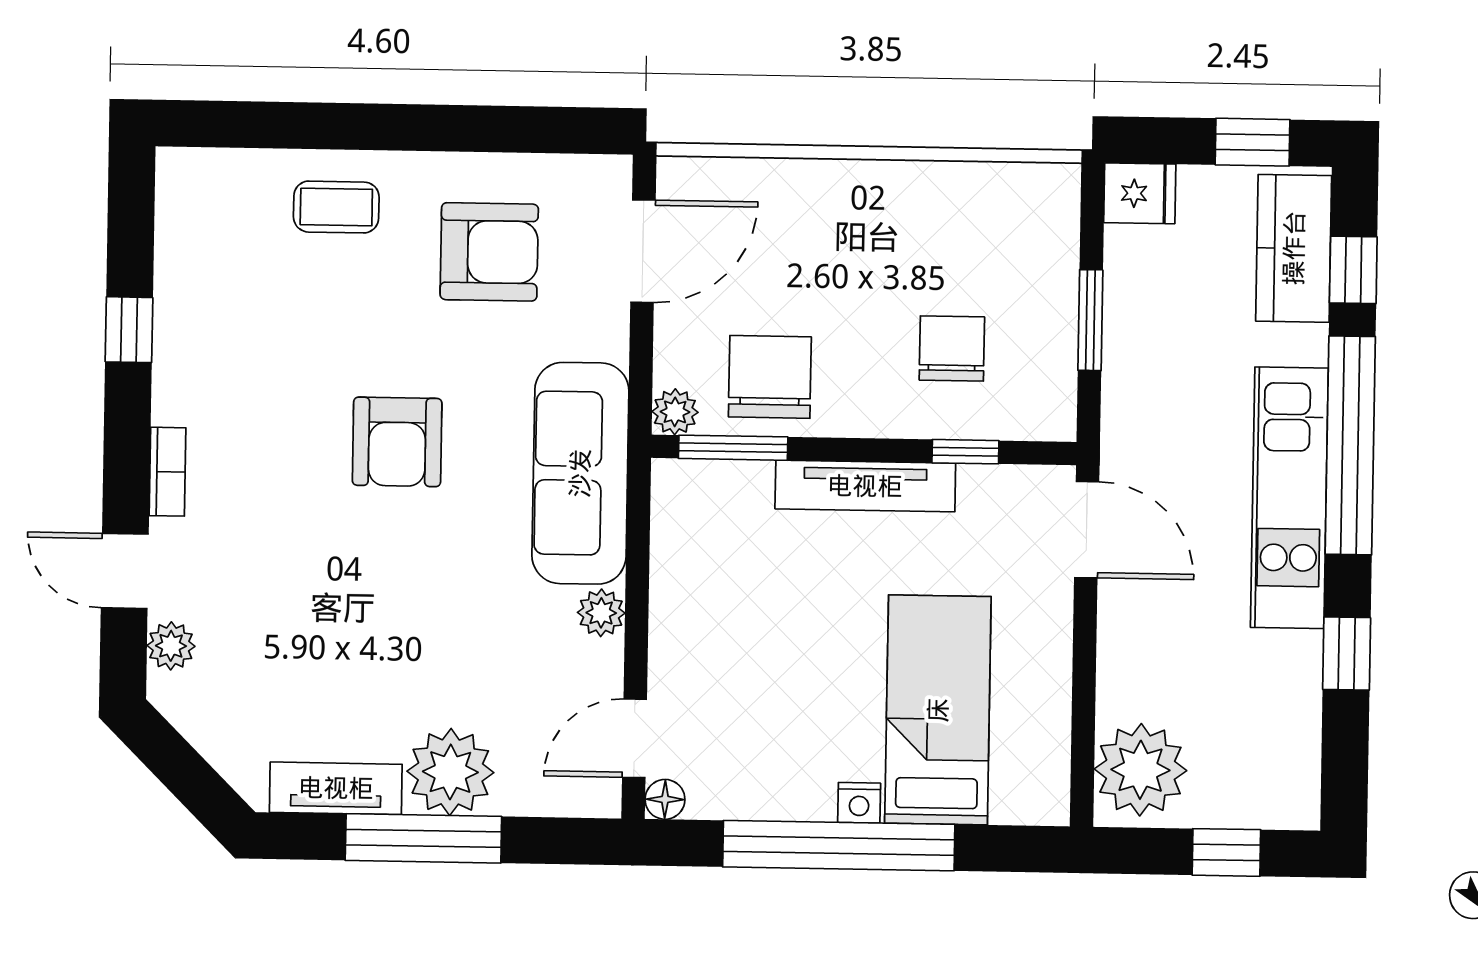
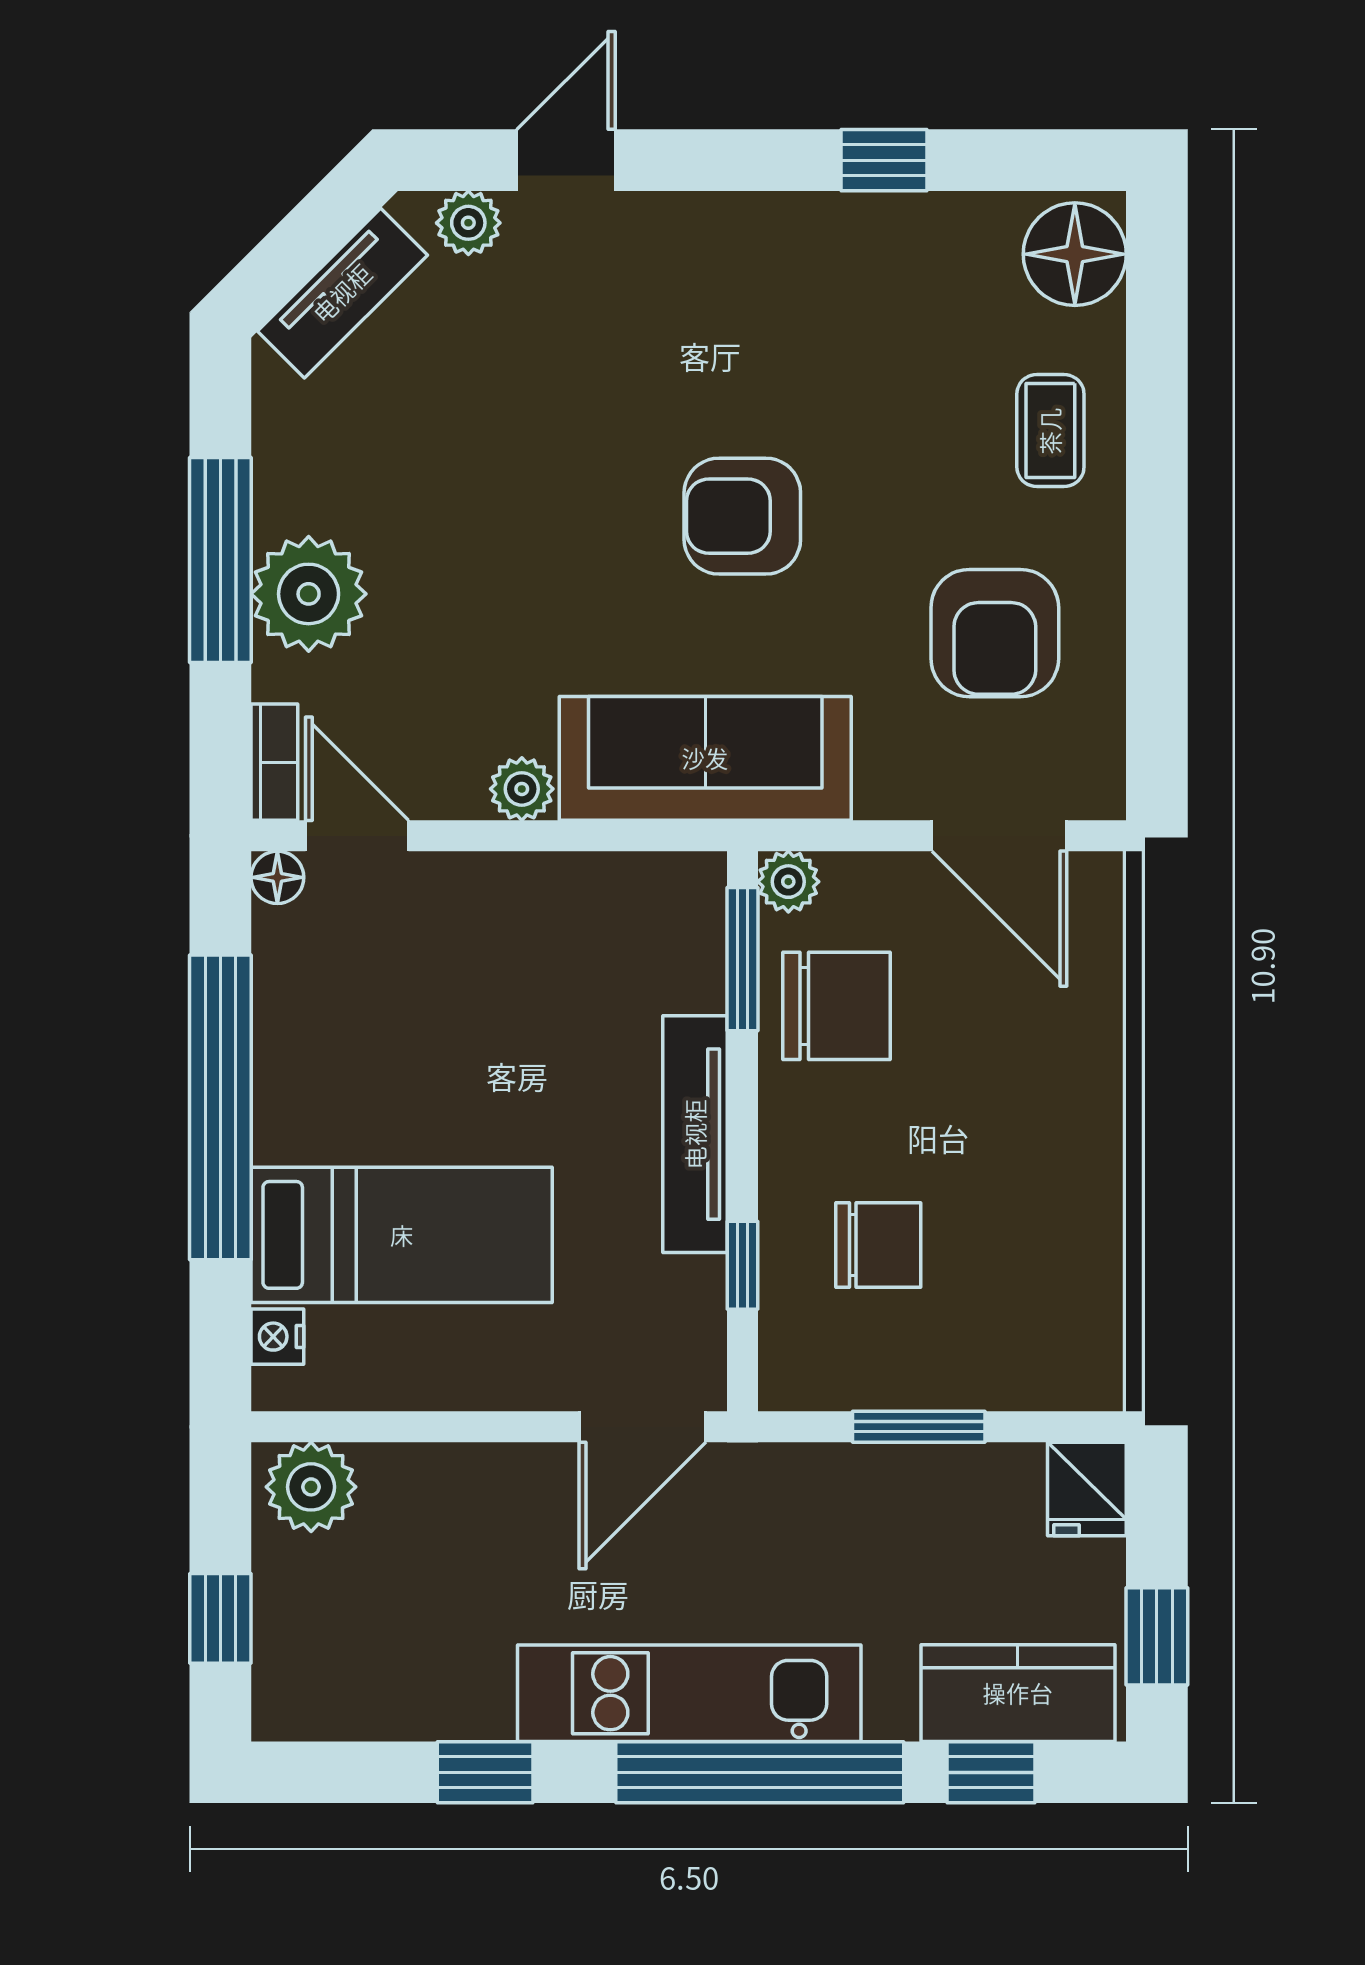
floor lamp: (203, 186) -> (1075, 254), added
bookcase: (167, 472) -> (274, 762), moved, turned -90
plant: (1140, 770) -> (311, 1487), width x0.73, depth x0.73
tv unit: (336, 788) -> (342, 293), moved, turned 45
nightstand: (859, 803) -> (277, 1337), moved

